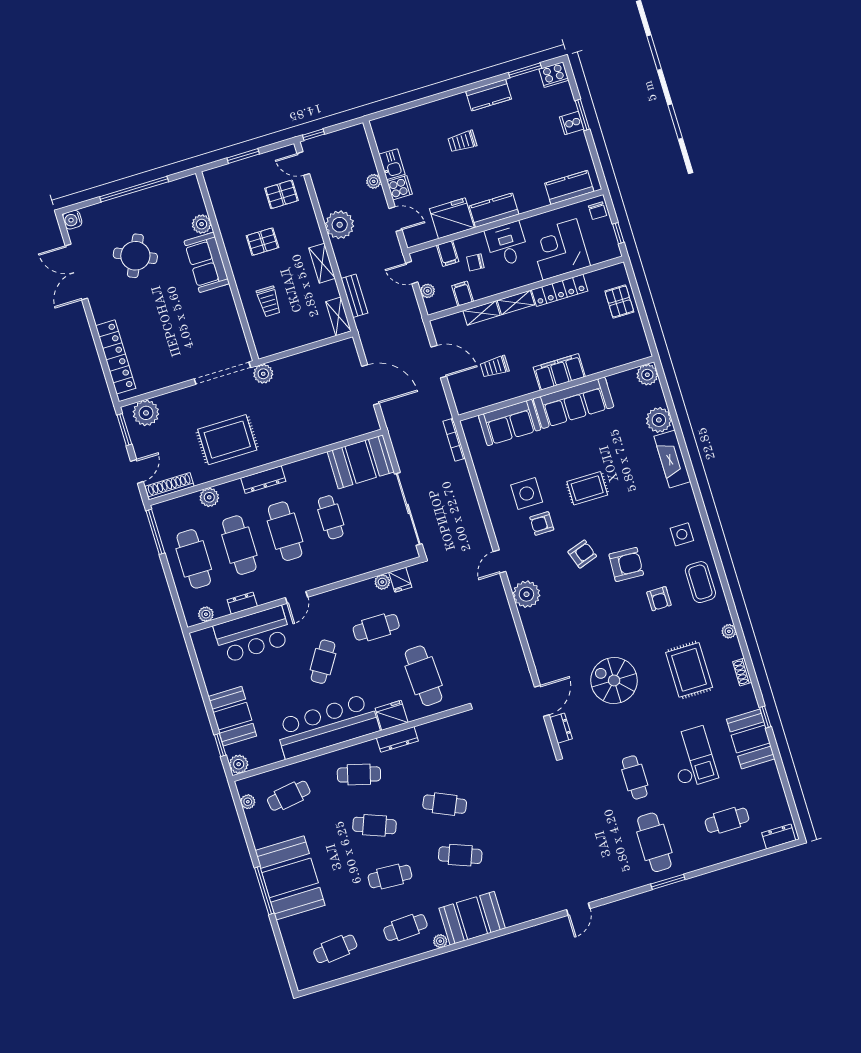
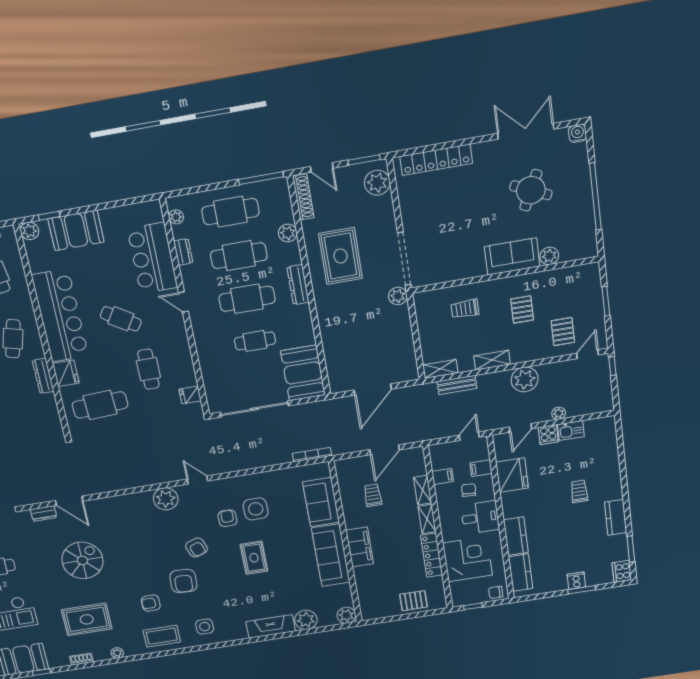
kitchen counter: (494, 210) -> (516, 536), moved
plant: (428, 291) -> (450, 448), removed
plant: (382, 582) -> (190, 379), removed

